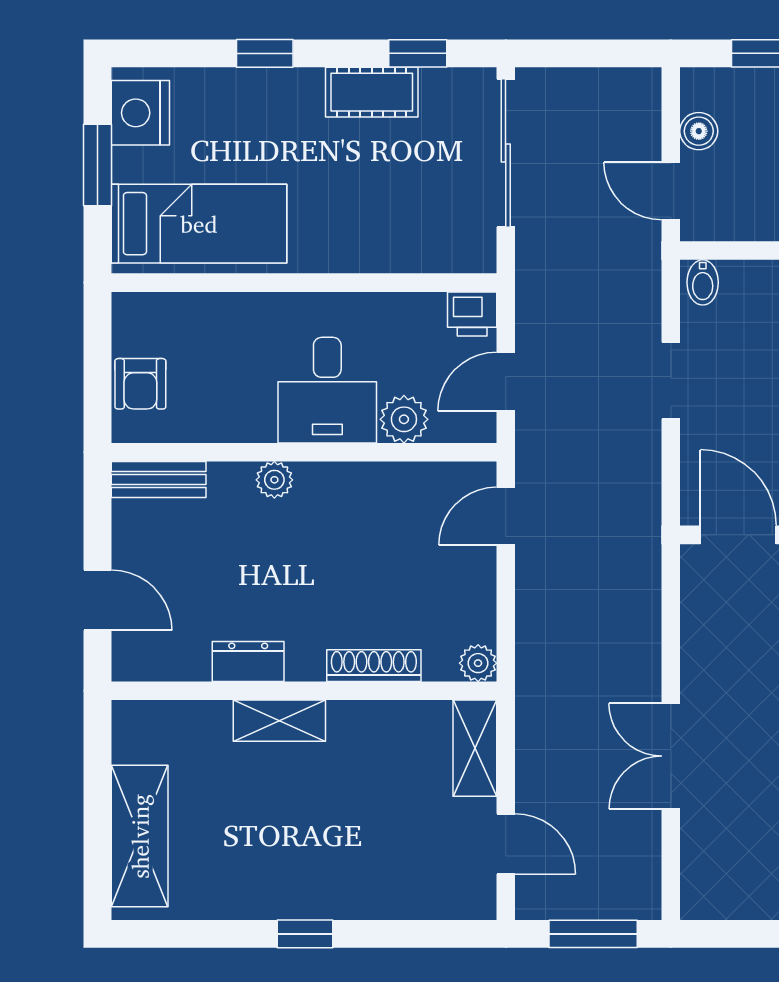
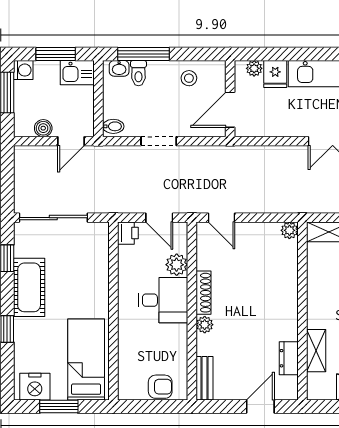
cot: (372, 92) -> (29, 287), width x1.37, depth x1.34
dresser: (248, 662) -> (289, 358), moved
shoe rack: (374, 666) -> (204, 293), moved, turned 180
shelving: (279, 721) -> (316, 351), moved

